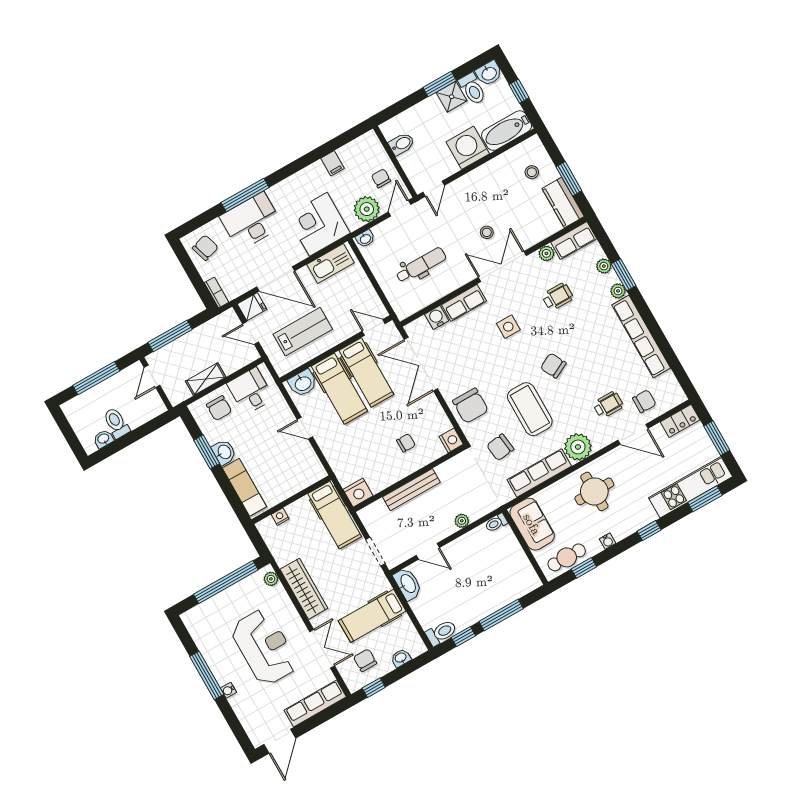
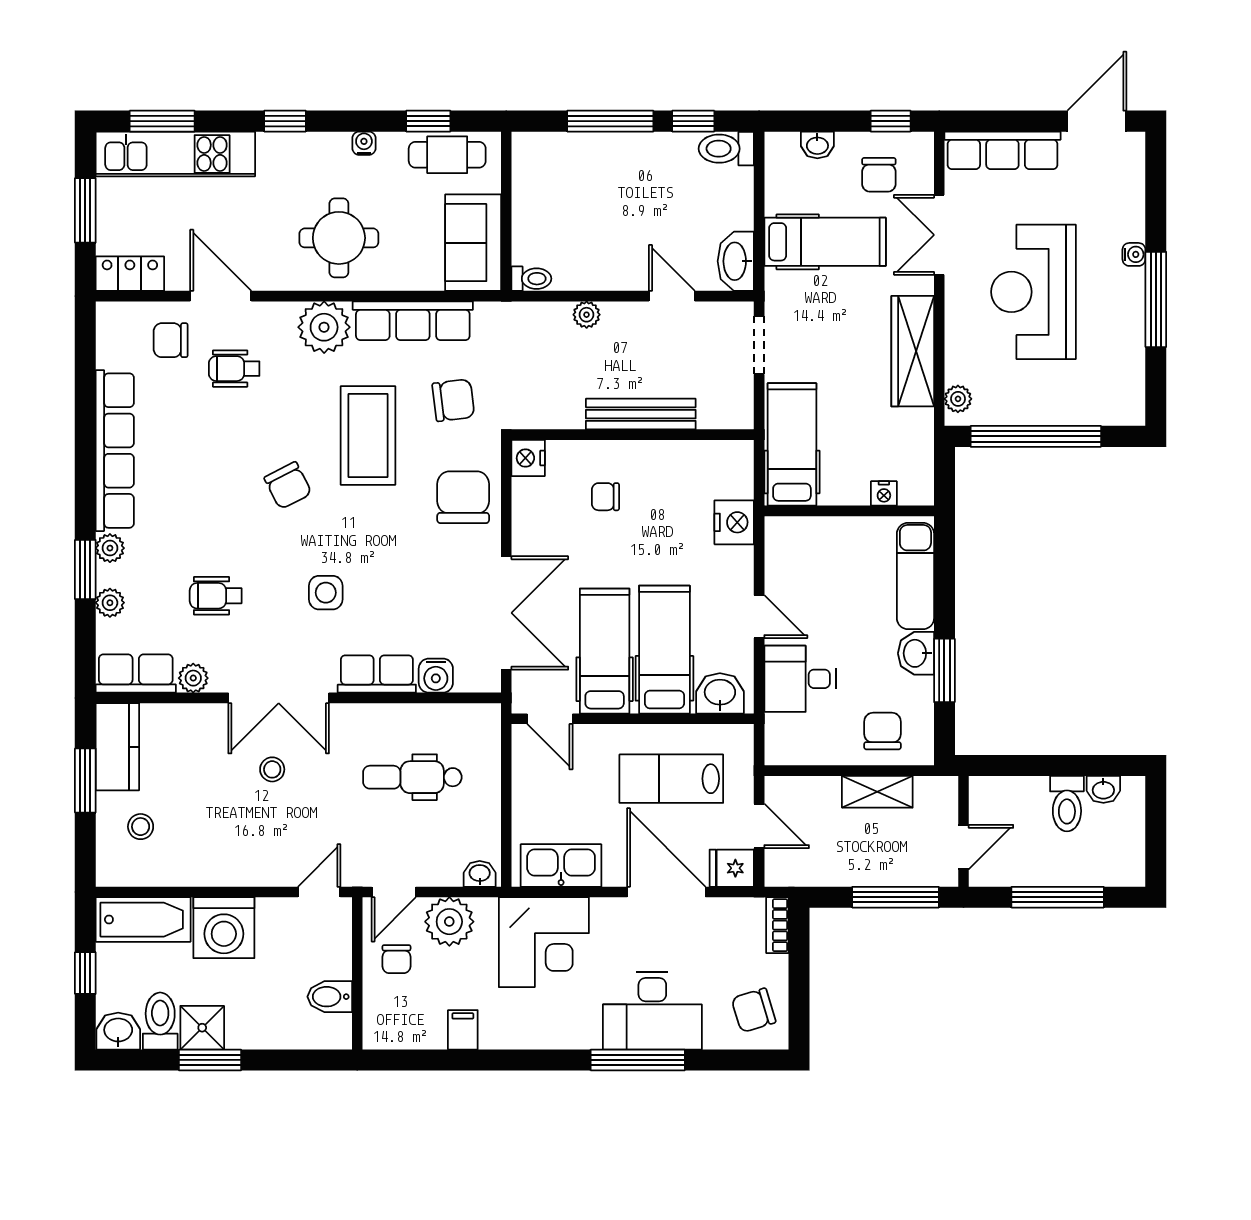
desk: (250, 391) -> (800, 679), moved, turned 90
nightstand: (358, 493) -> (734, 522), moved, turned 90

